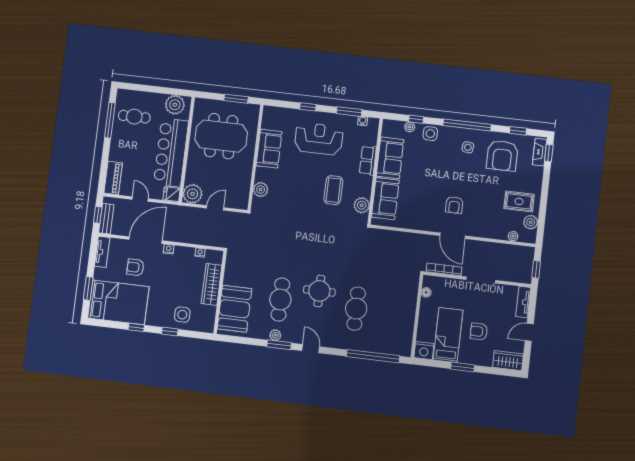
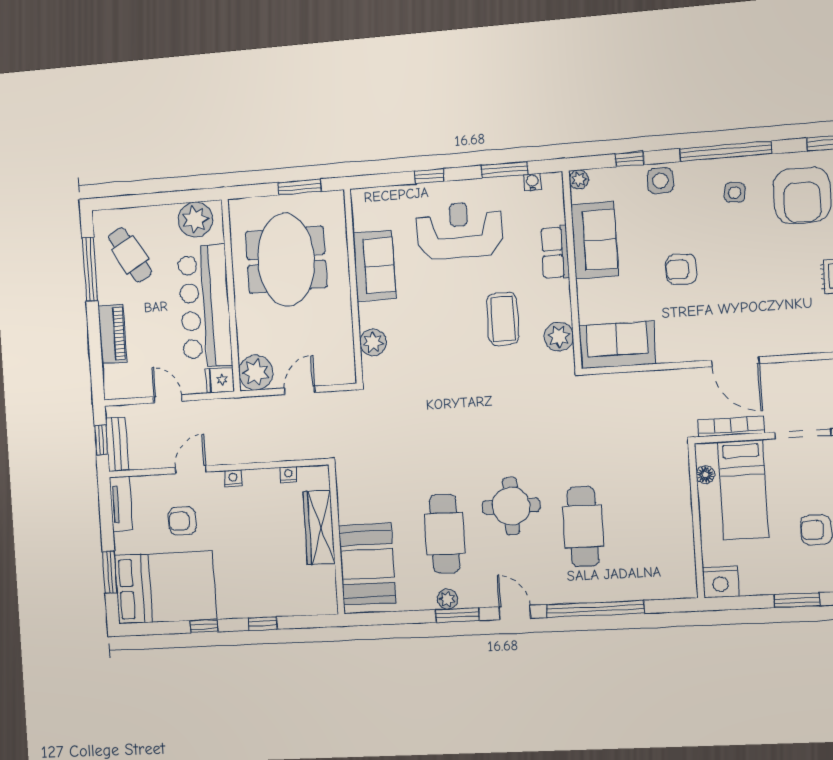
cafe table: (134, 117) -> (130, 255), turned 60
plant: (410, 127) -> (579, 180), moved
meeting table: (221, 136) -> (286, 260), turned 90
piano: (113, 178) -> (112, 334), moved
sofa: (385, 199) -> (617, 345), moved, turned -90
armchair: (454, 205) -> (681, 269), moved, turned 91
door: (146, 240) -> (191, 470), width x0.53
side table: (182, 315) -> (278, 590), removed
bed: (448, 335) -> (743, 490), moved, turned 180
window: (373, 356) -> (595, 609), moved

